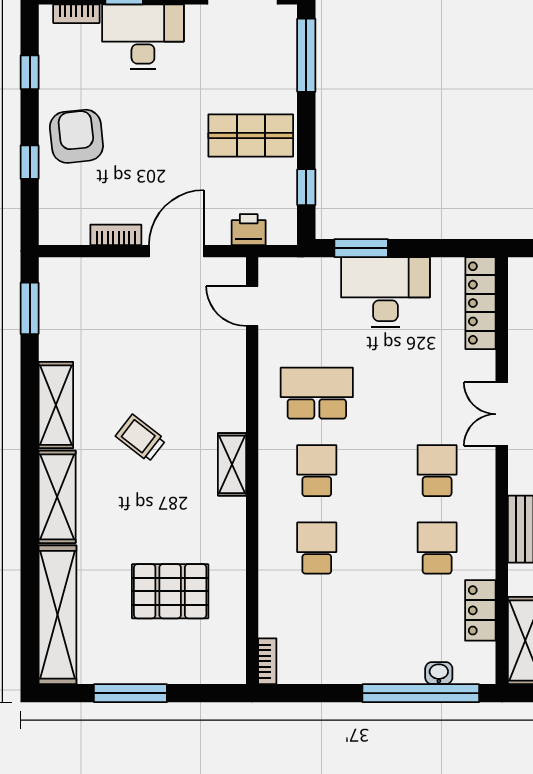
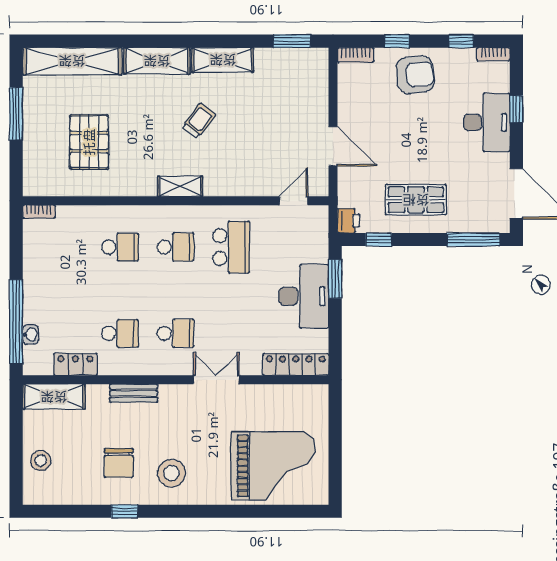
bookcase: (76, 14) -> (493, 54), moved, turned -90
shop shelf: (251, 136) -> (416, 200), turned 90
printer: (249, 230) -> (348, 221), moved
bookcase: (116, 235) -> (356, 55), moved, turned 90

